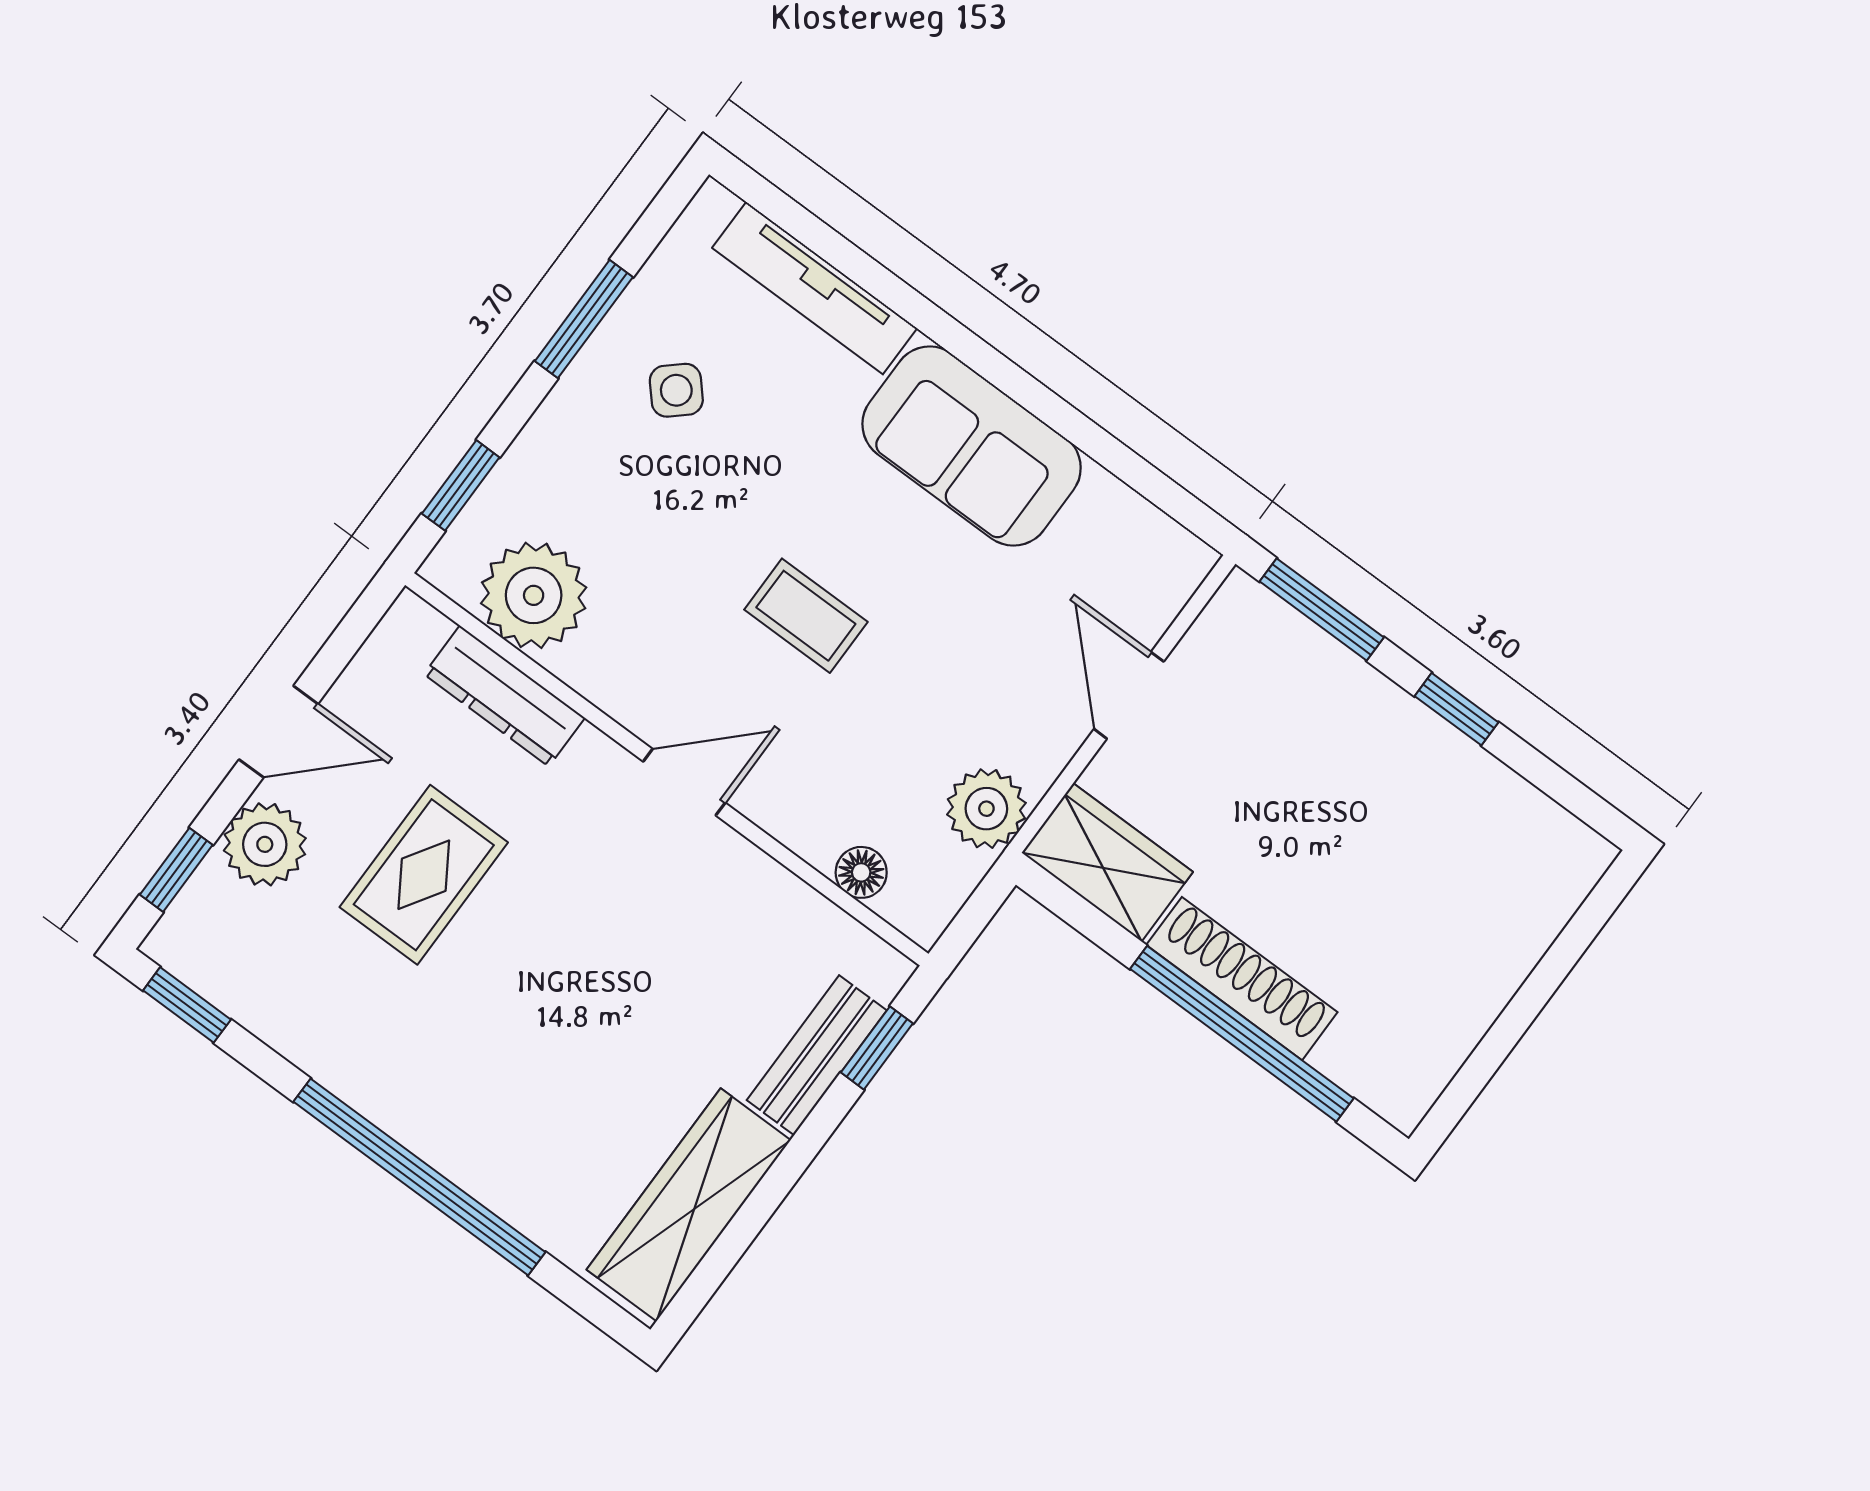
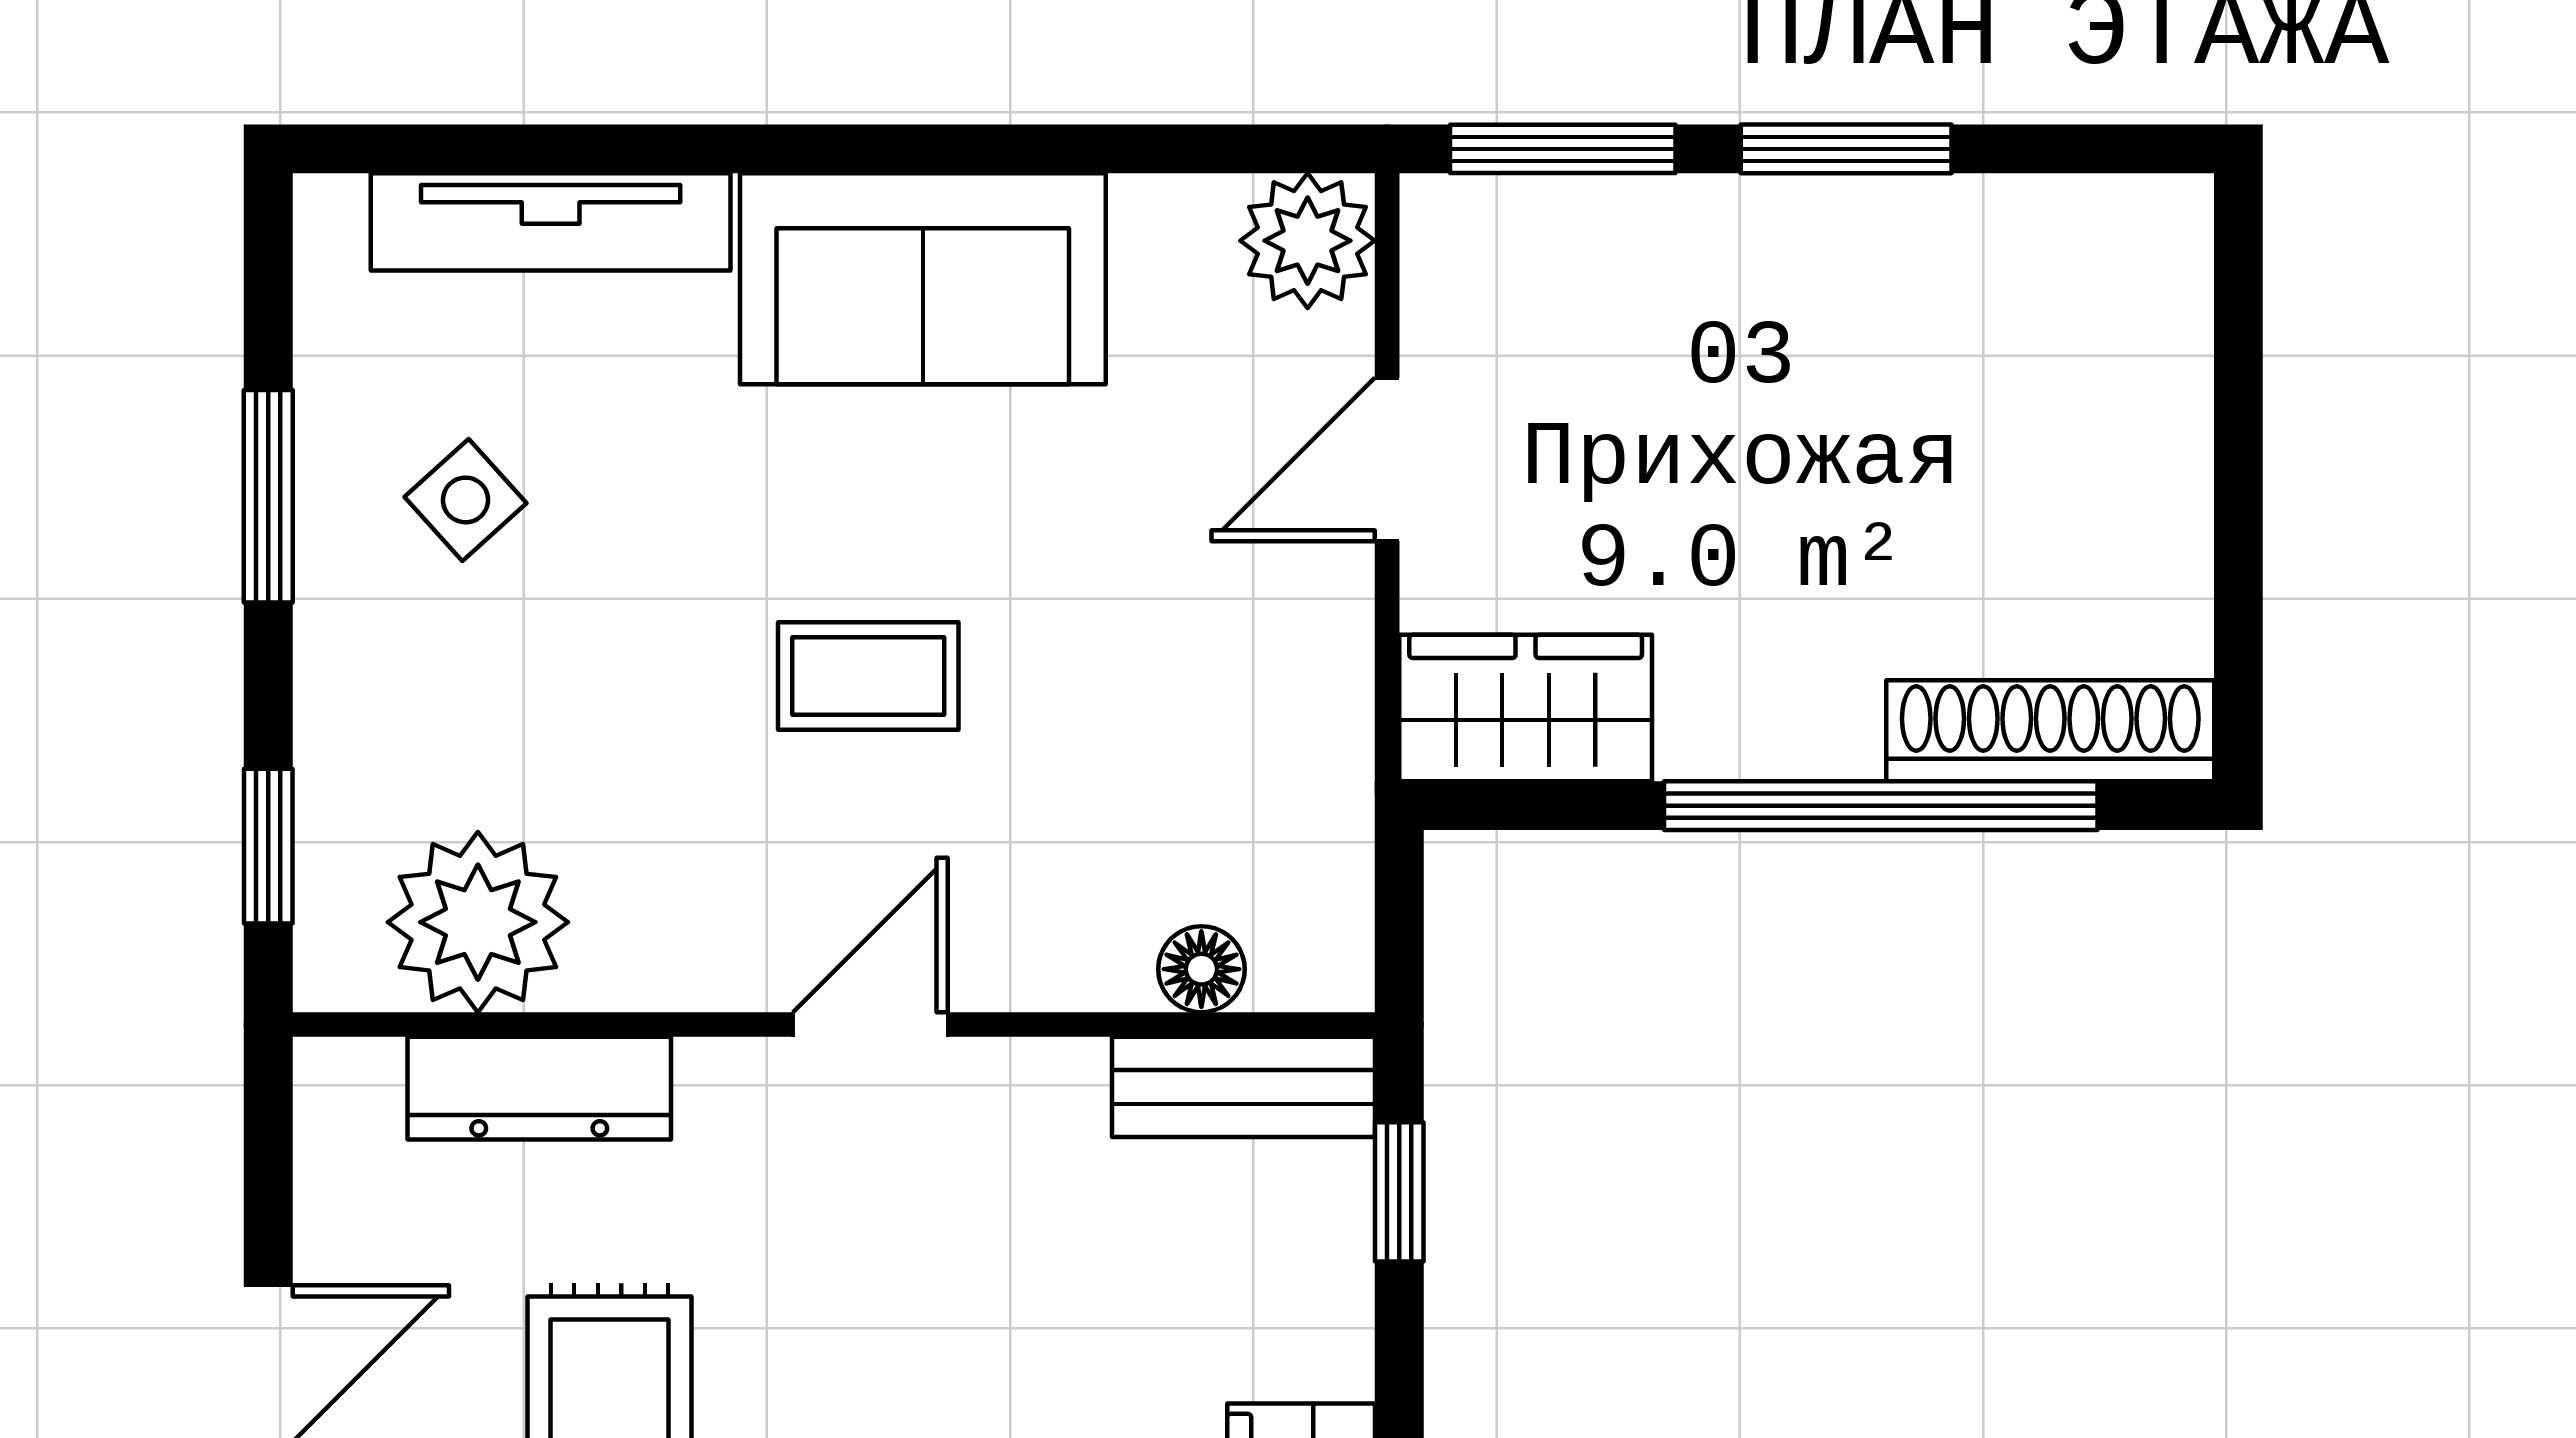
door: (1129, 695) -> (1387, 459), hinge flipped
window: (1456, 709) -> (1846, 149), width x1.50
plant: (986, 809) -> (1308, 241), moved
shoe rack: (1242, 979) -> (2050, 731), moved
bench: (817, 1055) -> (1244, 1087), moved, turned 90

